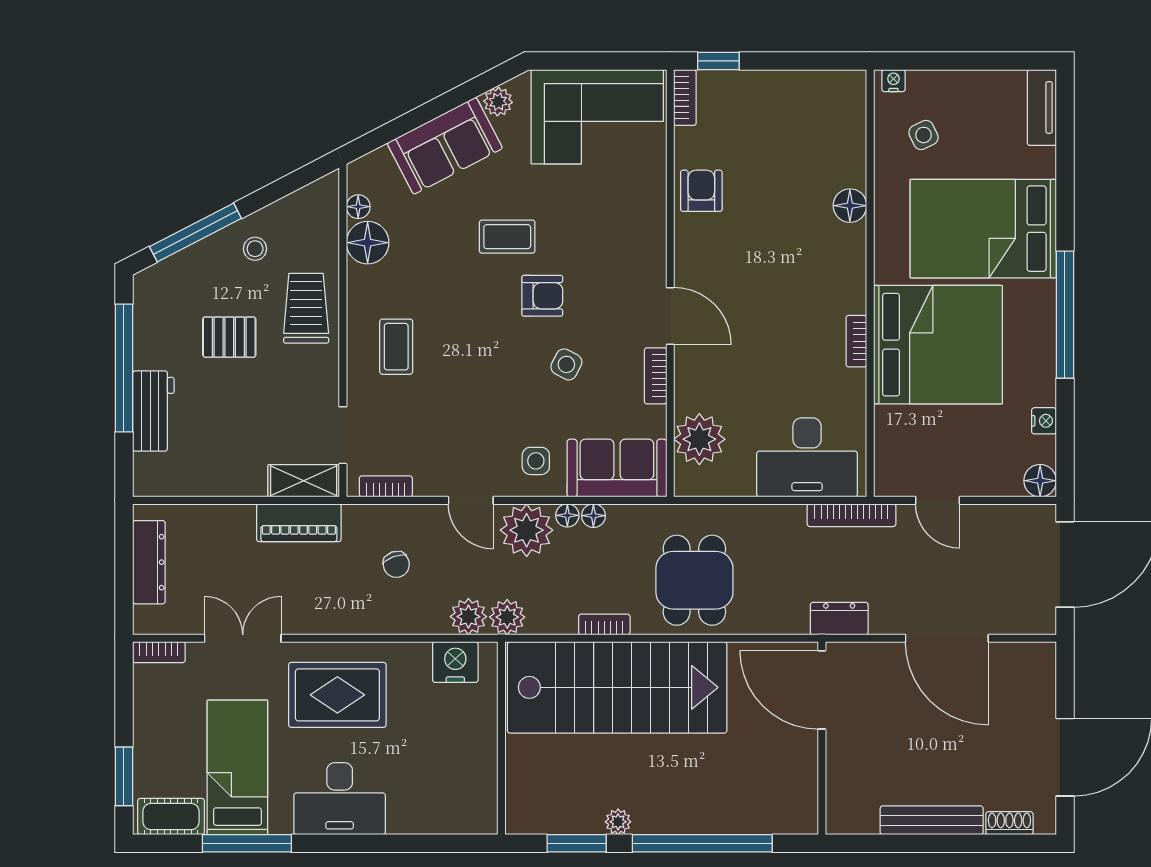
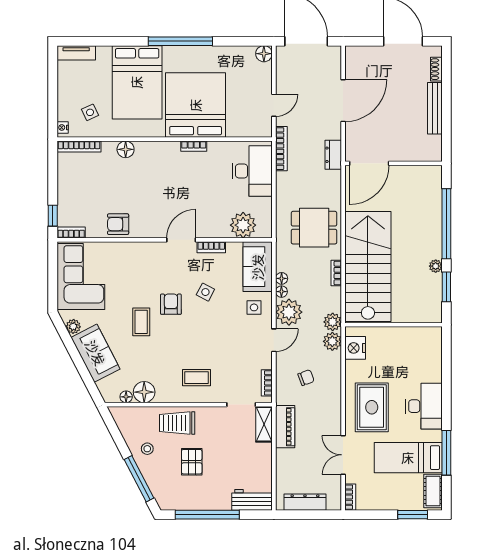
bookcase: (856, 113) -> (79, 147), added
workbench: (153, 411) -> (252, 500), moved
nightstand: (1044, 421) -> (234, 52), removed

